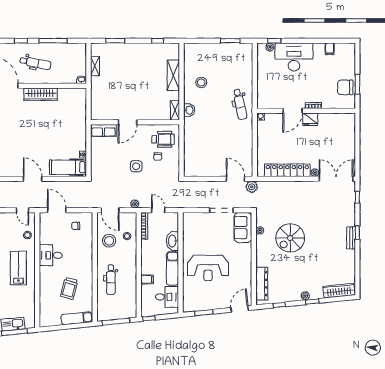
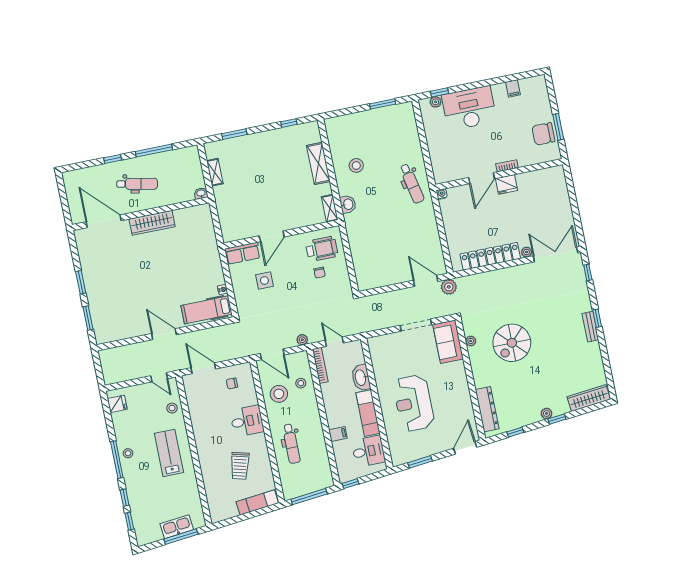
side table: (136, 166) -> (264, 280), moved
desk: (51, 255) -> (247, 421), moved, turned 180
reception desk: (208, 268) -> (414, 403), turned 90

